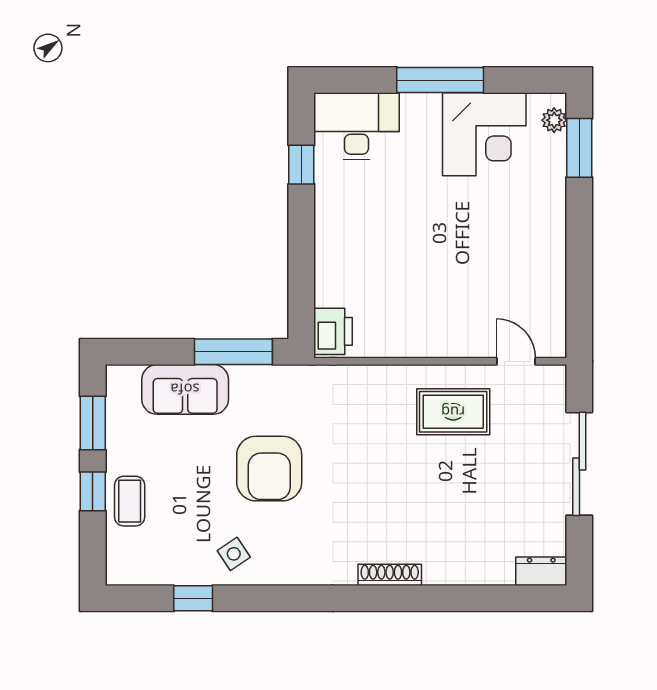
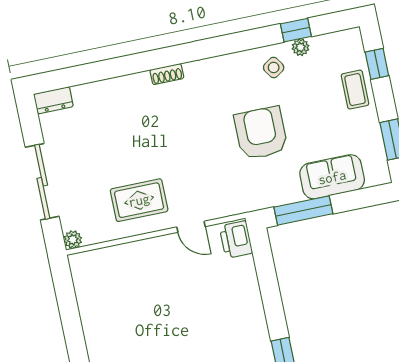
door: (516, 361) -> (191, 227), moved
plant: (554, 377) -> (73, 240), added
window: (93, 491) -> (377, 64), moved
plant: (192, 574) -> (300, 47), added
shoe rack: (390, 575) -> (167, 74), width x0.70

